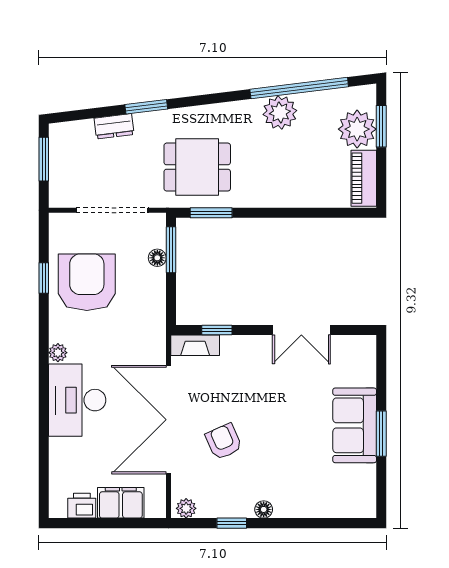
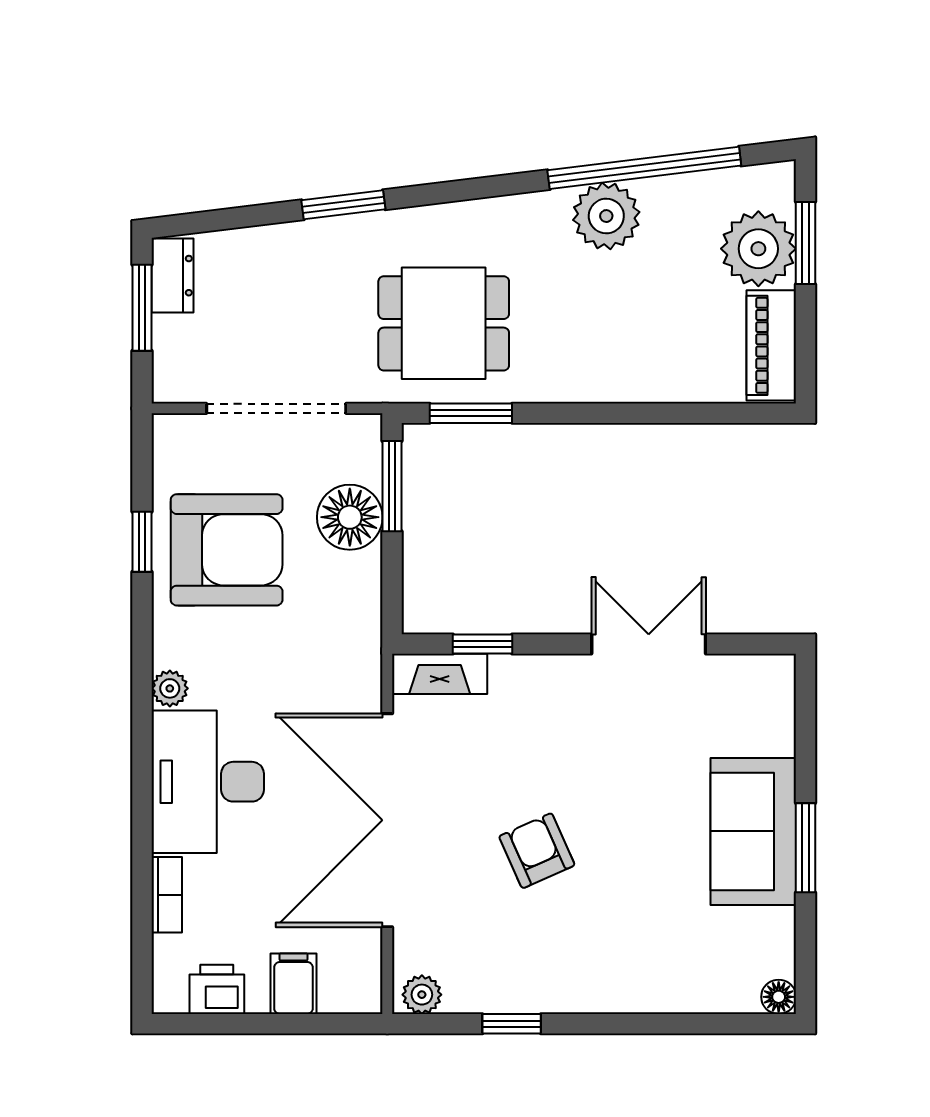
dresser: (114, 126) -> (173, 276), moved, turned -83
floor lamp: (157, 258) -> (350, 517), width x1.89, depth x1.89
armchair: (87, 282) -> (227, 550), turned 90
double door: (301, 330) -> (649, 644), swing flipped
armchair: (224, 442) -> (537, 851), moved
bookcase: (56, 458) -> (167, 895), added
filing cabinet: (121, 503) -> (293, 984), width x0.50
floor lamp: (264, 509) -> (779, 997), moved

